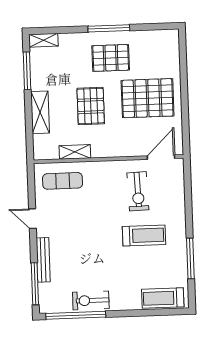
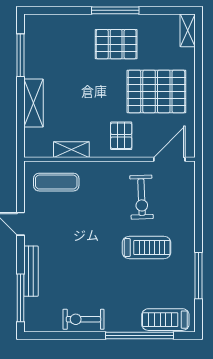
shelving: (43, 40) -> (188, 30), moved, turned 90
pallet: (91, 106) -> (121, 136), moved, width x0.67, depth x0.71
window: (76, 315) -> (140, 335), moved

